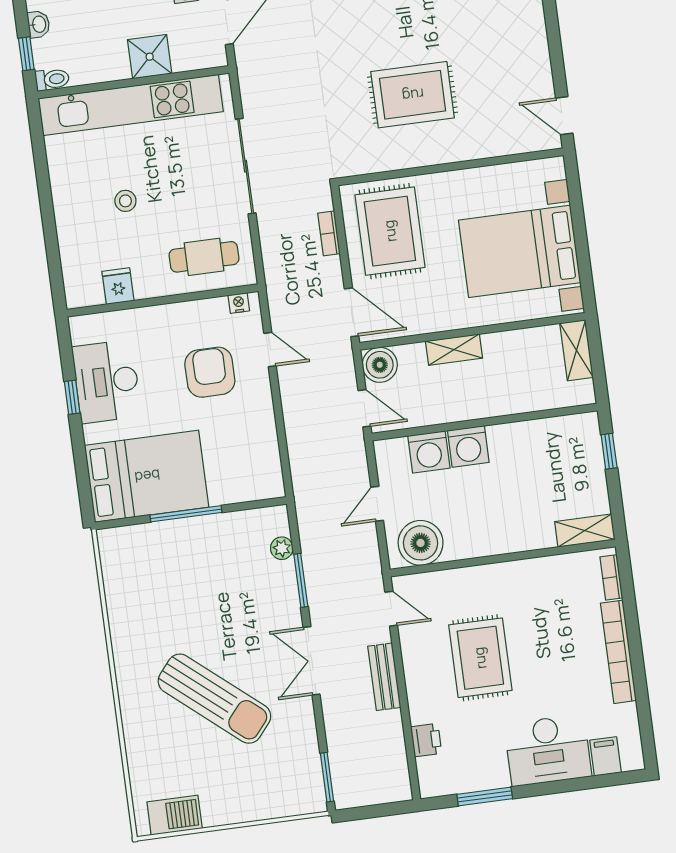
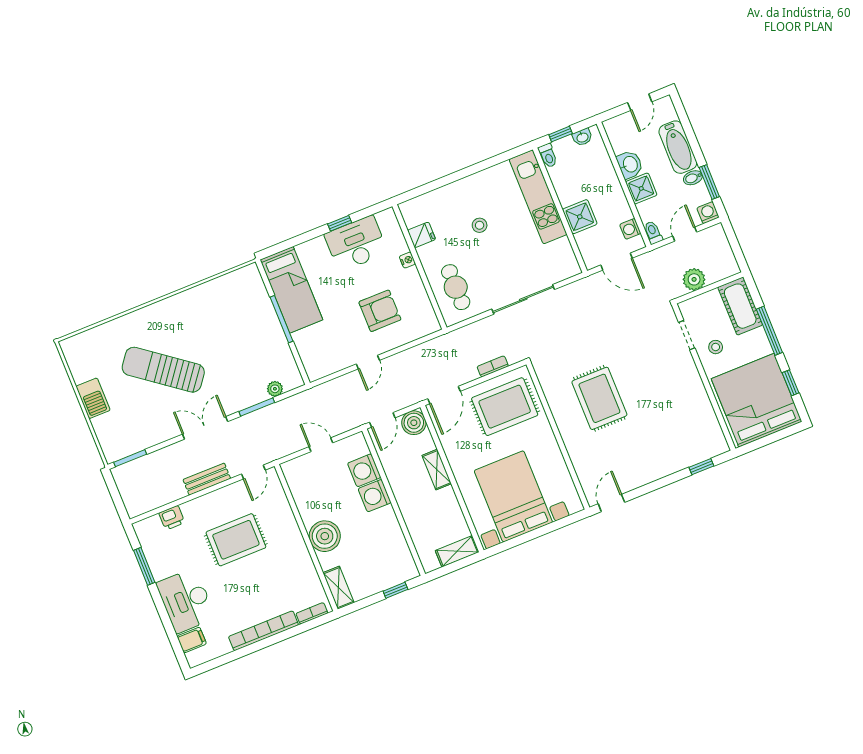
kitchen unit: (131, 105) -> (538, 197), width x0.73
nightstand: (239, 303) -> (407, 260), moved
door: (270, 350) -> (368, 362), moved
bed: (147, 476) -> (291, 290), width x0.67
boiler: (421, 543) -> (325, 536), moved
sun lounger: (214, 699) -> (163, 370), turned 87
barbecue: (175, 815) -> (93, 398), moved

